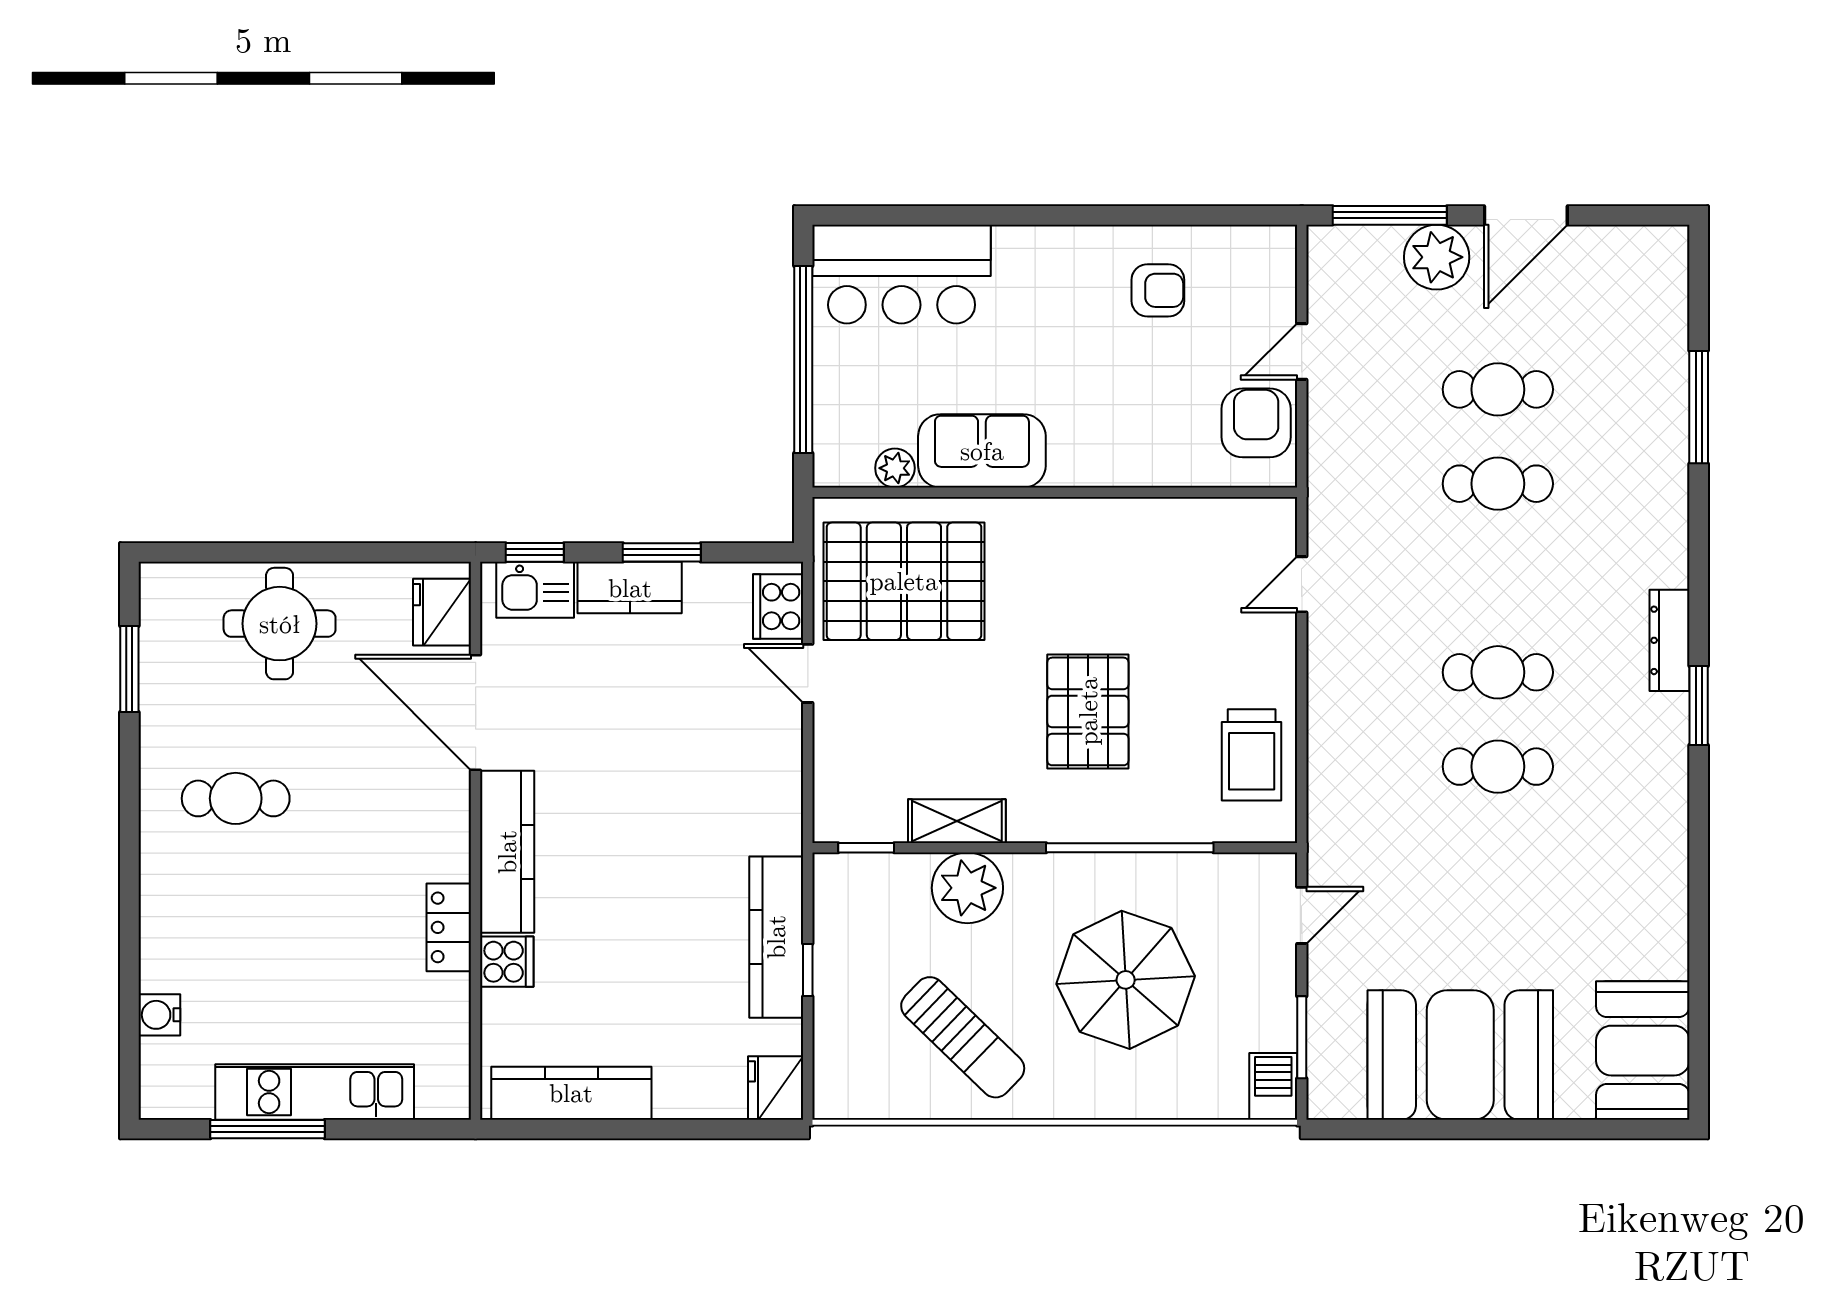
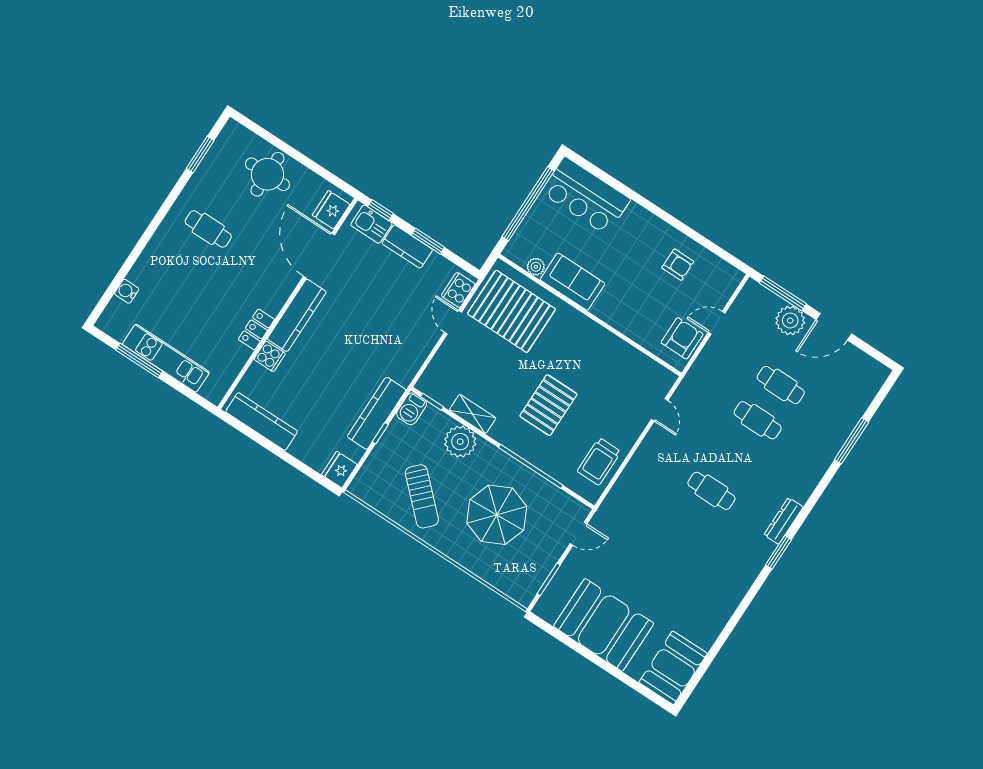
door: (1302, 584) -> (660, 410), swing flipped
cafe table: (1498, 767) -> (688, 526), removed
barbecue: (1273, 1086) -> (412, 409), moved, turned 180

